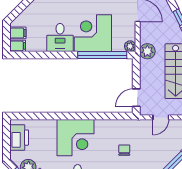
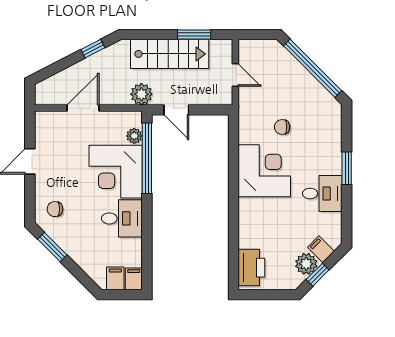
plant: (130, 46) -> (134, 136), moved
door: (136, 98) -> (176, 110), moved
printer: (19, 138) -> (251, 268), moved, turned 90
corner desk: (75, 138) -> (264, 171), moved

